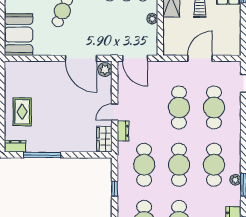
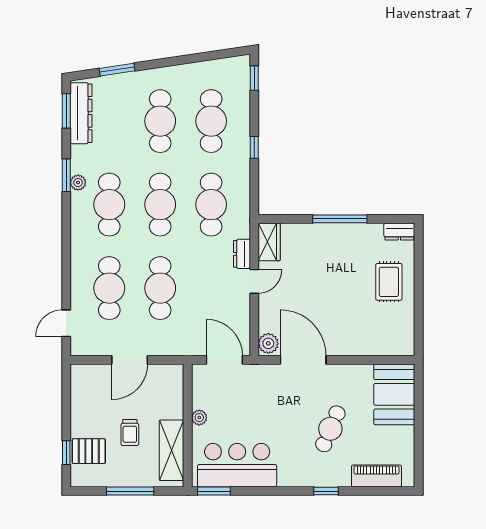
window: (42, 155) -> (340, 219), moved
window: (115, 189) -> (254, 147), moved

